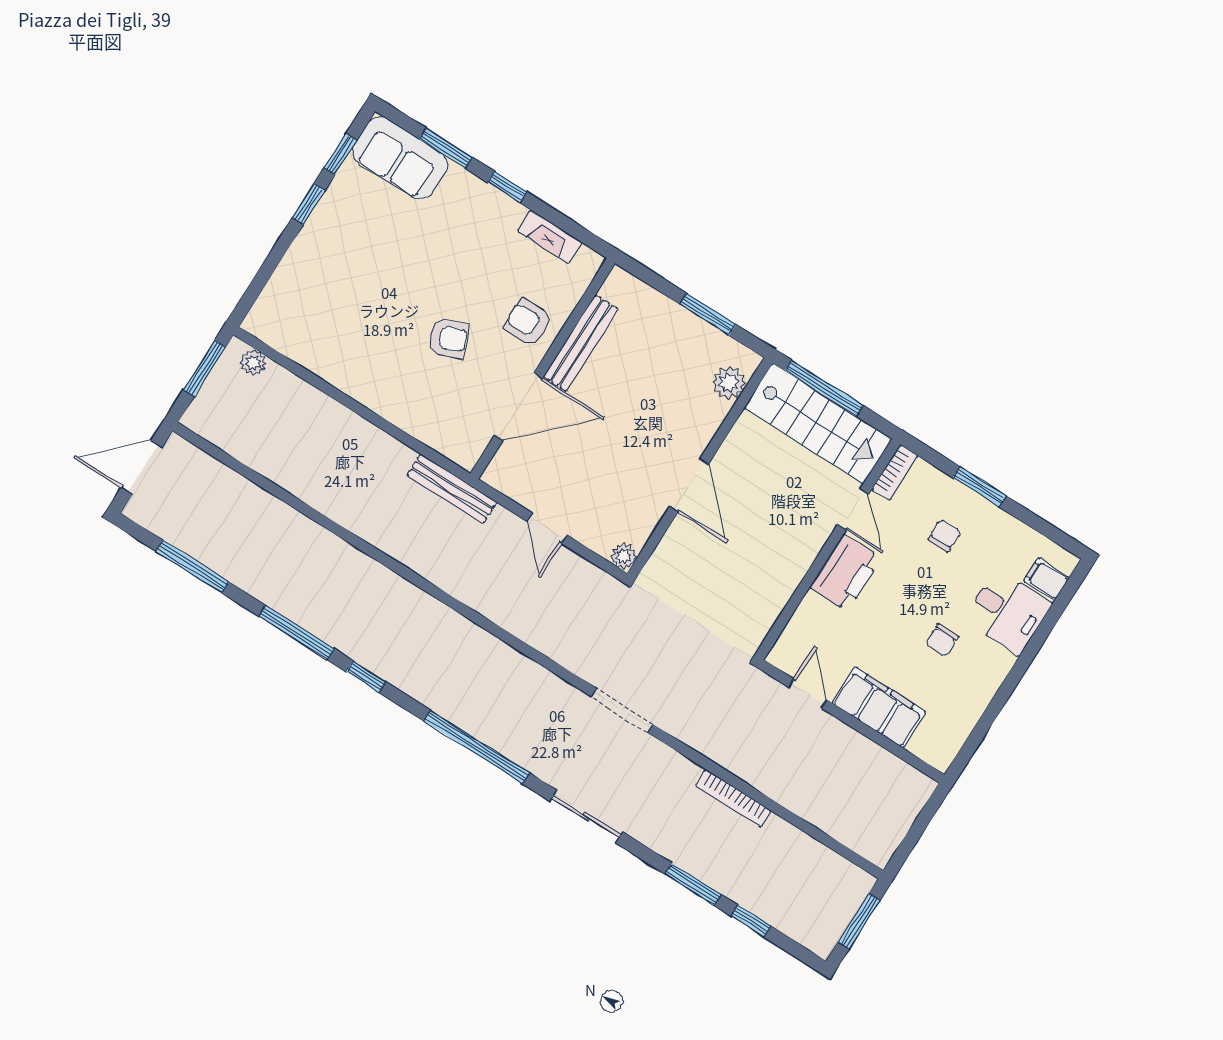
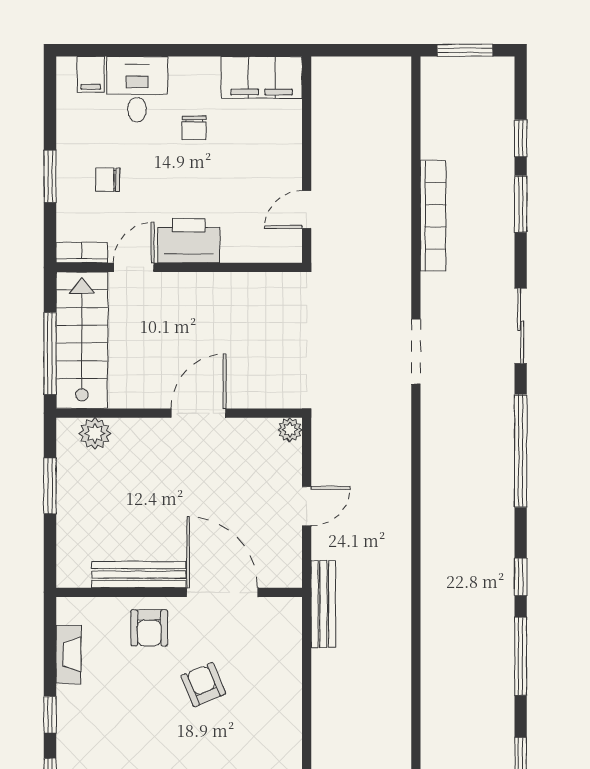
chair: (942, 640) -> (194, 128), turned 90
filing cabinet: (879, 707) -> (262, 77), moved, turned -90
bookcase: (733, 798) -> (433, 216), width x1.48, depth x1.31

